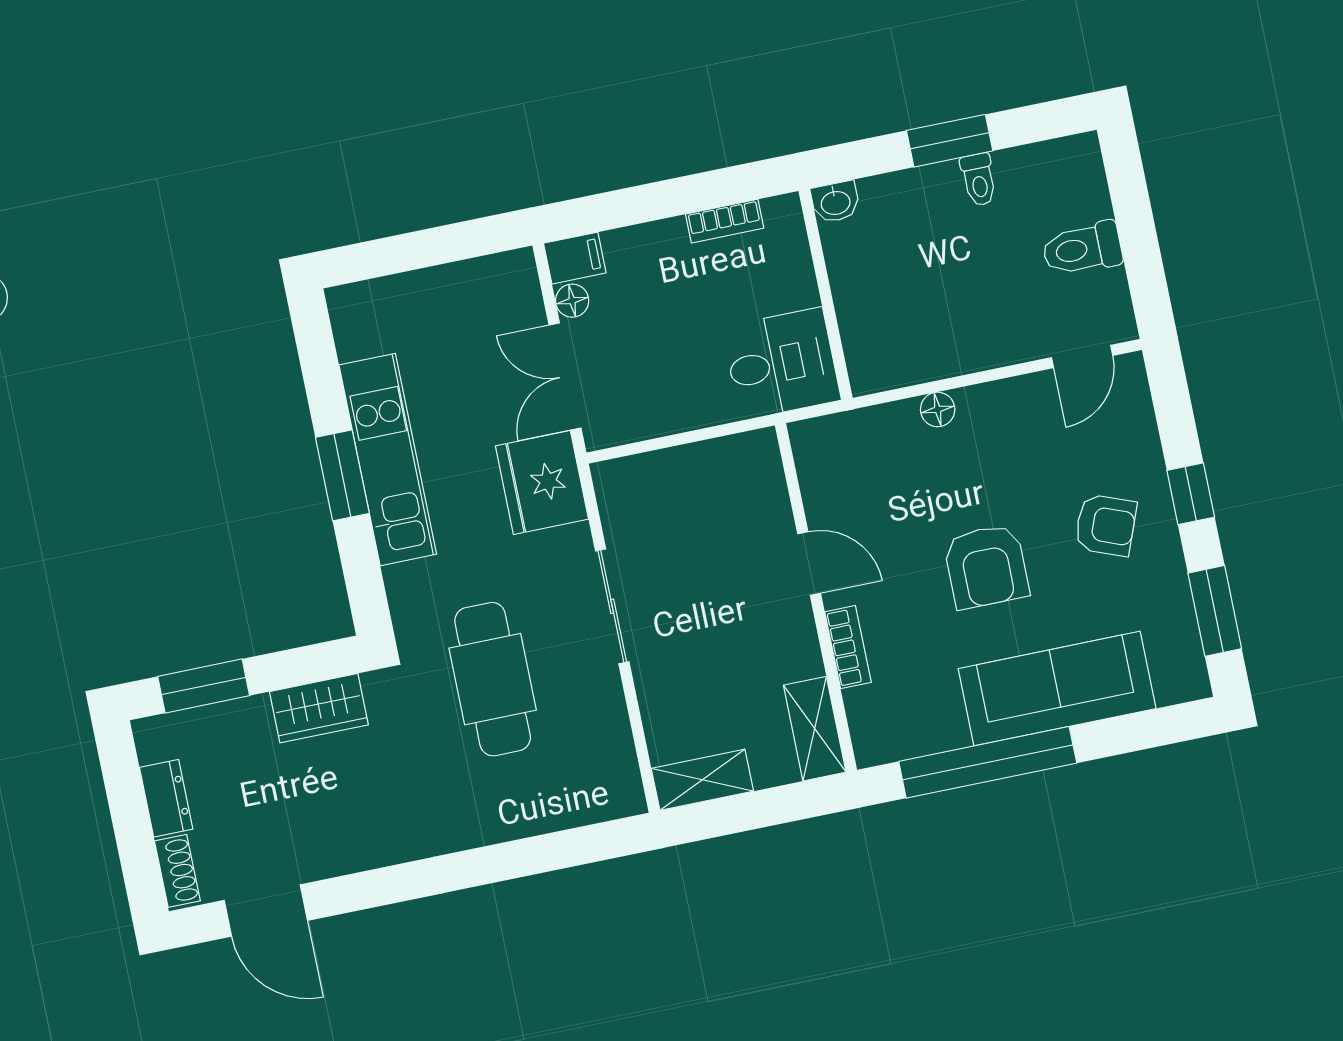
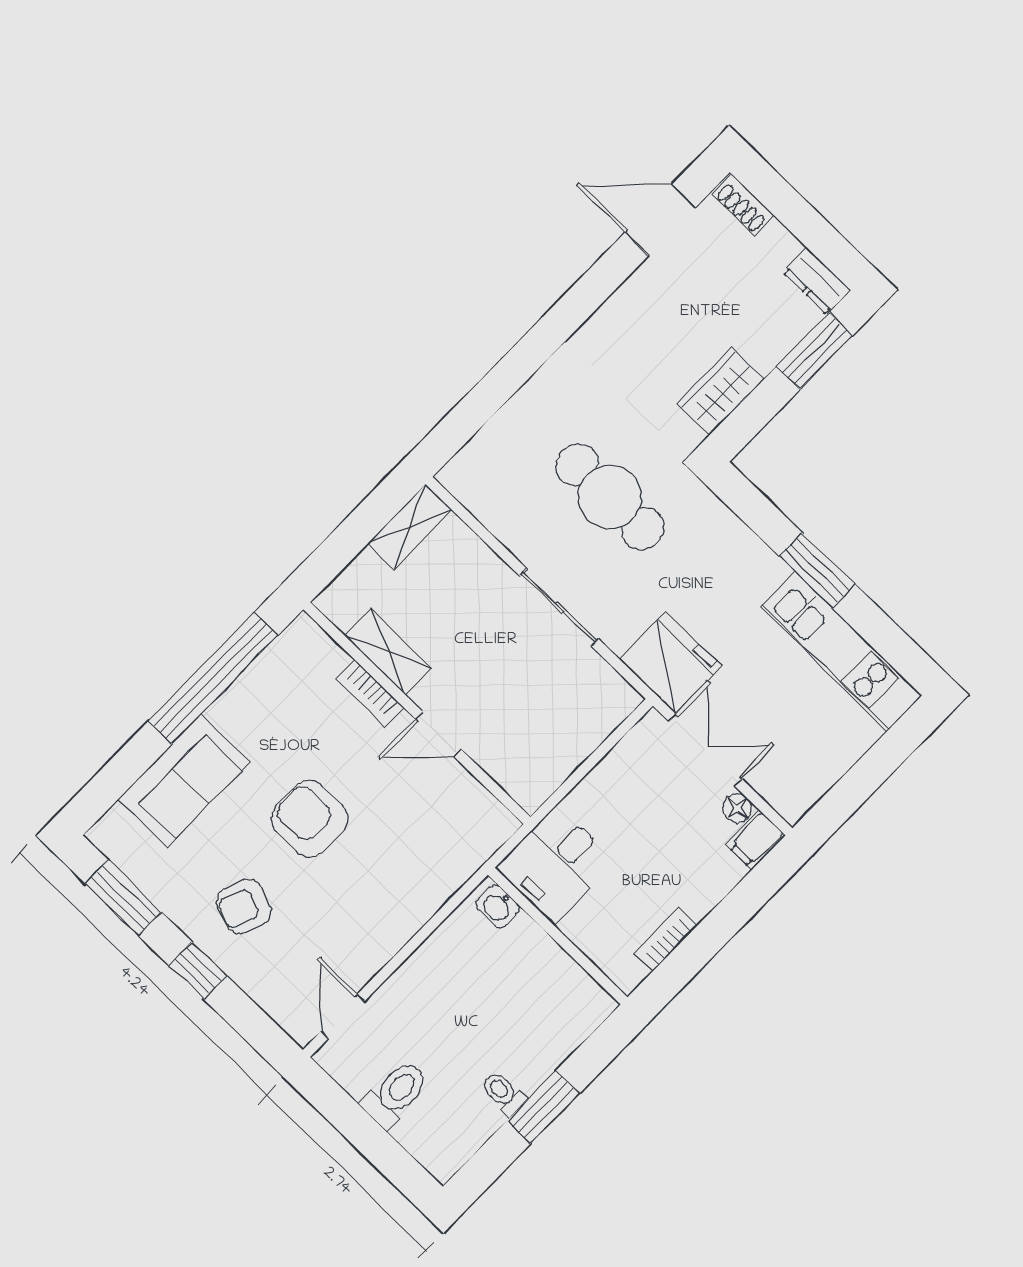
washbasin: (835, 202) -> (498, 906), moved, turned -90
floor lamp: (938, 409) -> (421, 908), removed
kitchen unit: (388, 460) -> (841, 651), moved
sofa: (1057, 689) -> (184, 780), width x0.73
shelving: (815, 729) -> (388, 652), moved
dresser: (166, 798) -> (817, 281), moved

